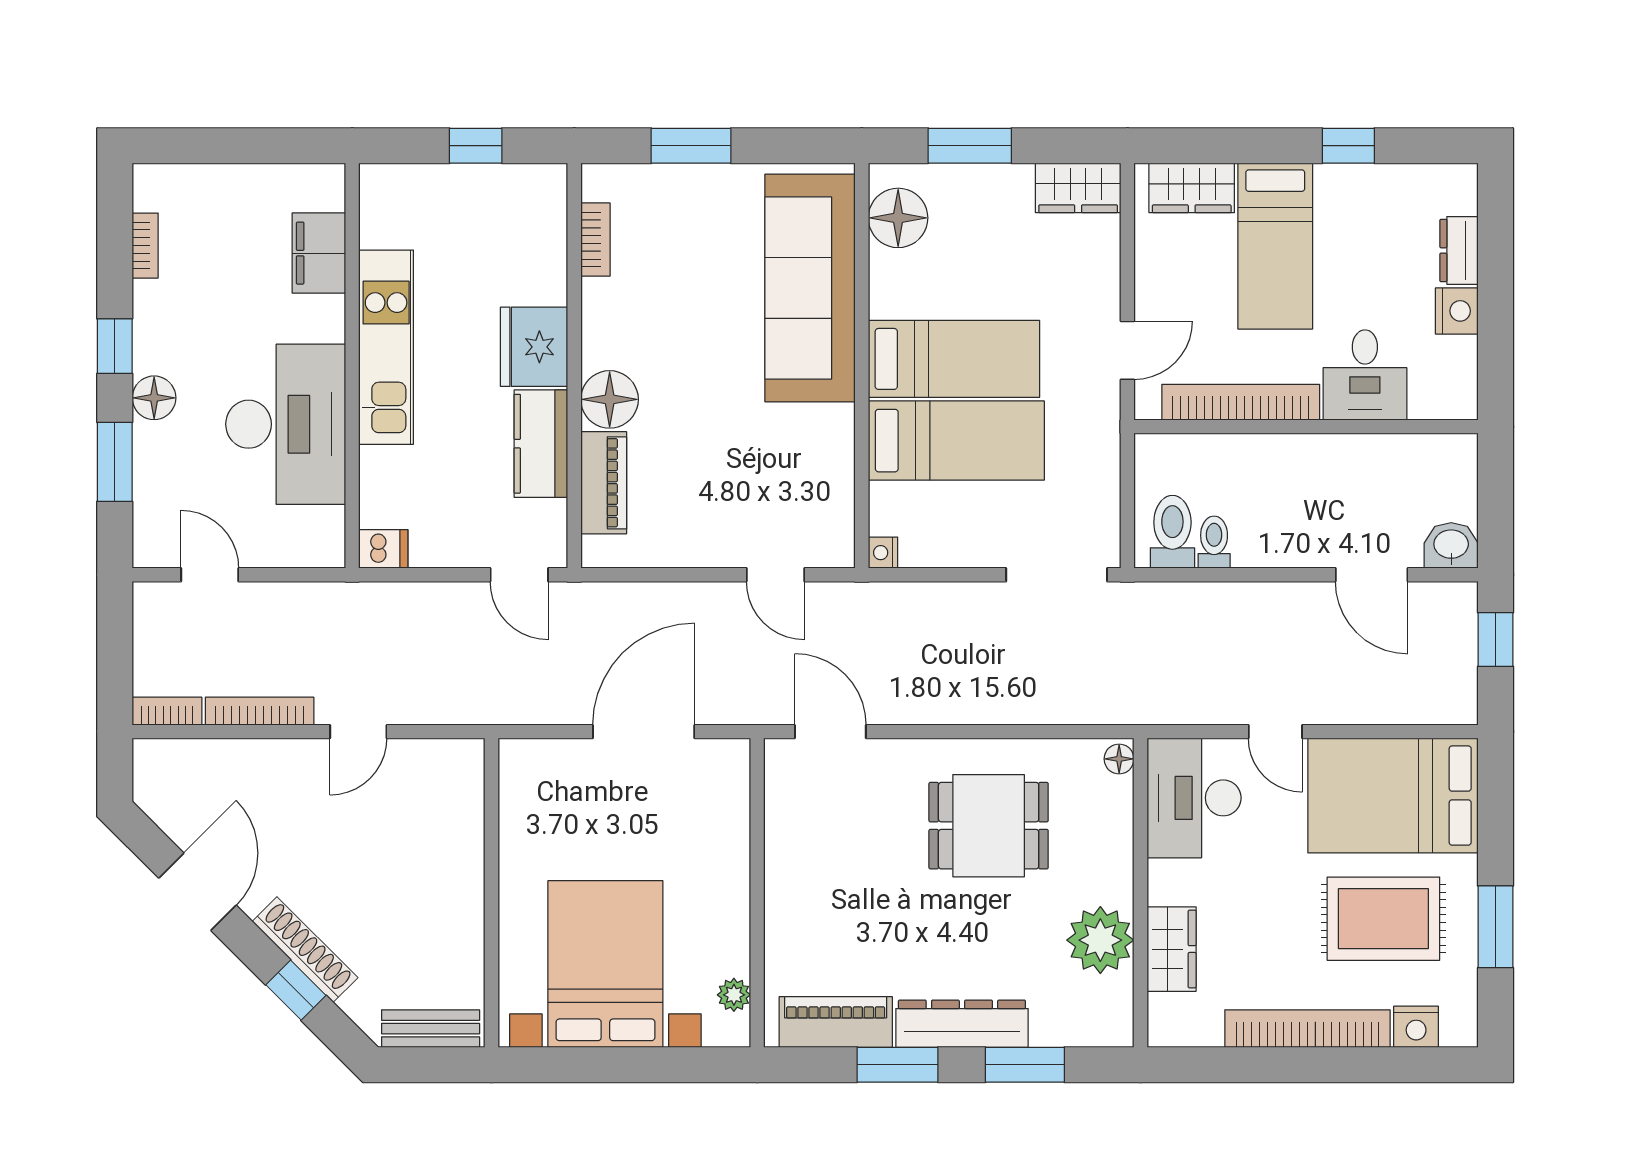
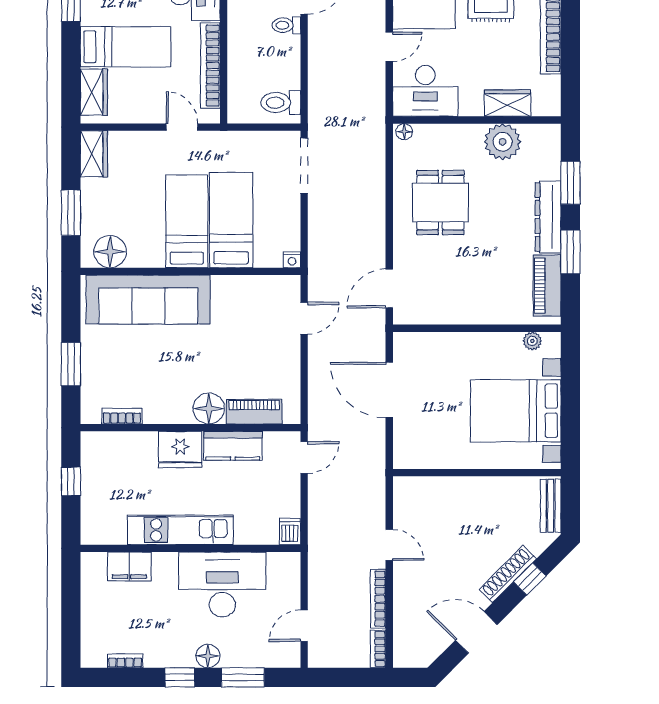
toilet: (1214, 542) -> (286, 25), moved

